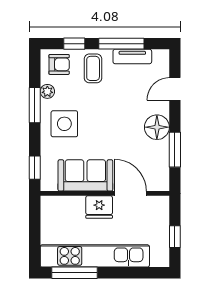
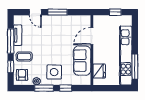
floor lamp: (157, 127) -> (56, 22), removed
window: (175, 150) -> (58, 12), moved
window: (35, 168) -> (66, 88), moved
fridge: (99, 207) -> (99, 71), moved

